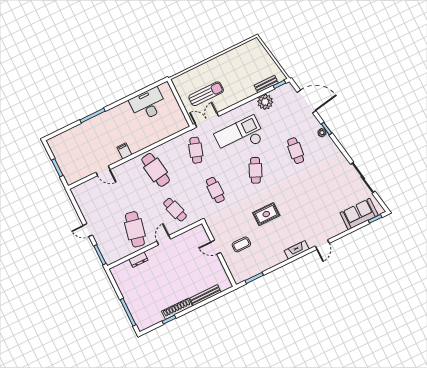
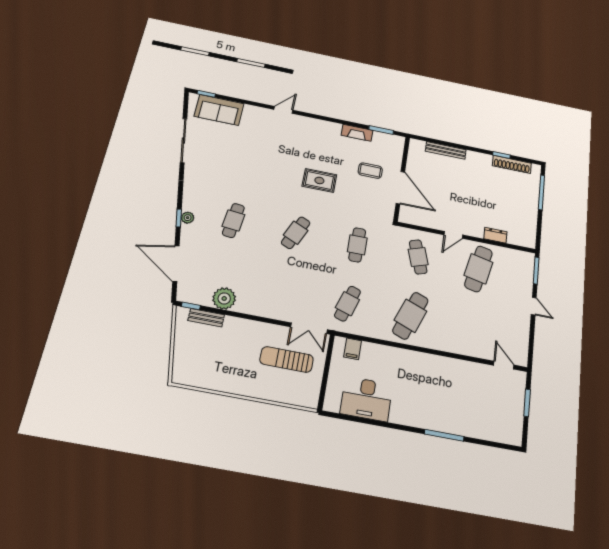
checkout: (240, 137) -> (285, 282), removed
filing cabinet: (124, 151) -> (353, 349), moved
cafe table: (156, 170) -> (410, 316), turned 30
door: (103, 171) -> (504, 365), moved
door: (216, 247) -> (400, 188), width x1.87
fireplace: (297, 250) -> (357, 133), moved
shoe rack: (177, 309) -> (512, 164), moved

